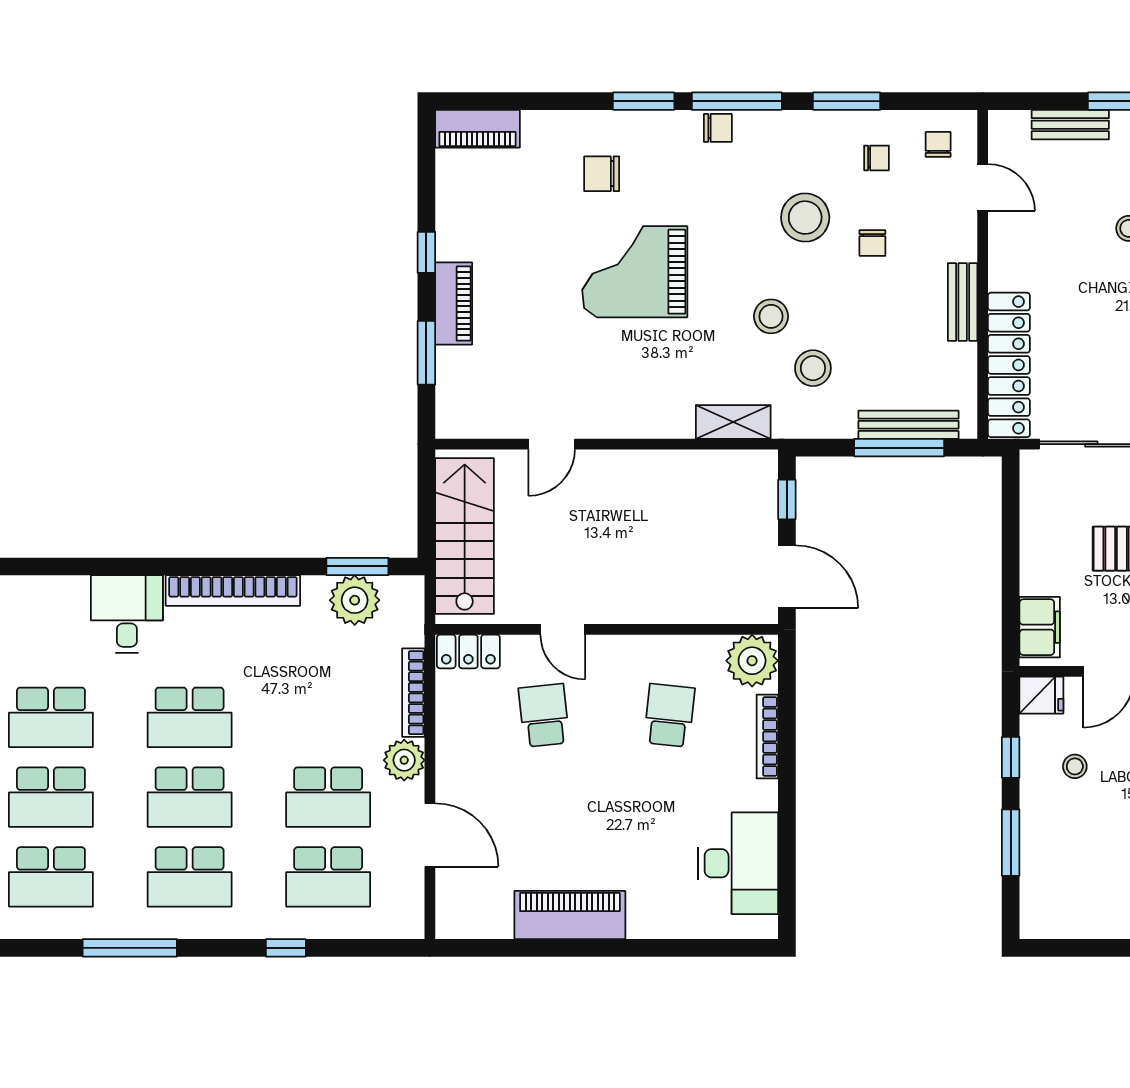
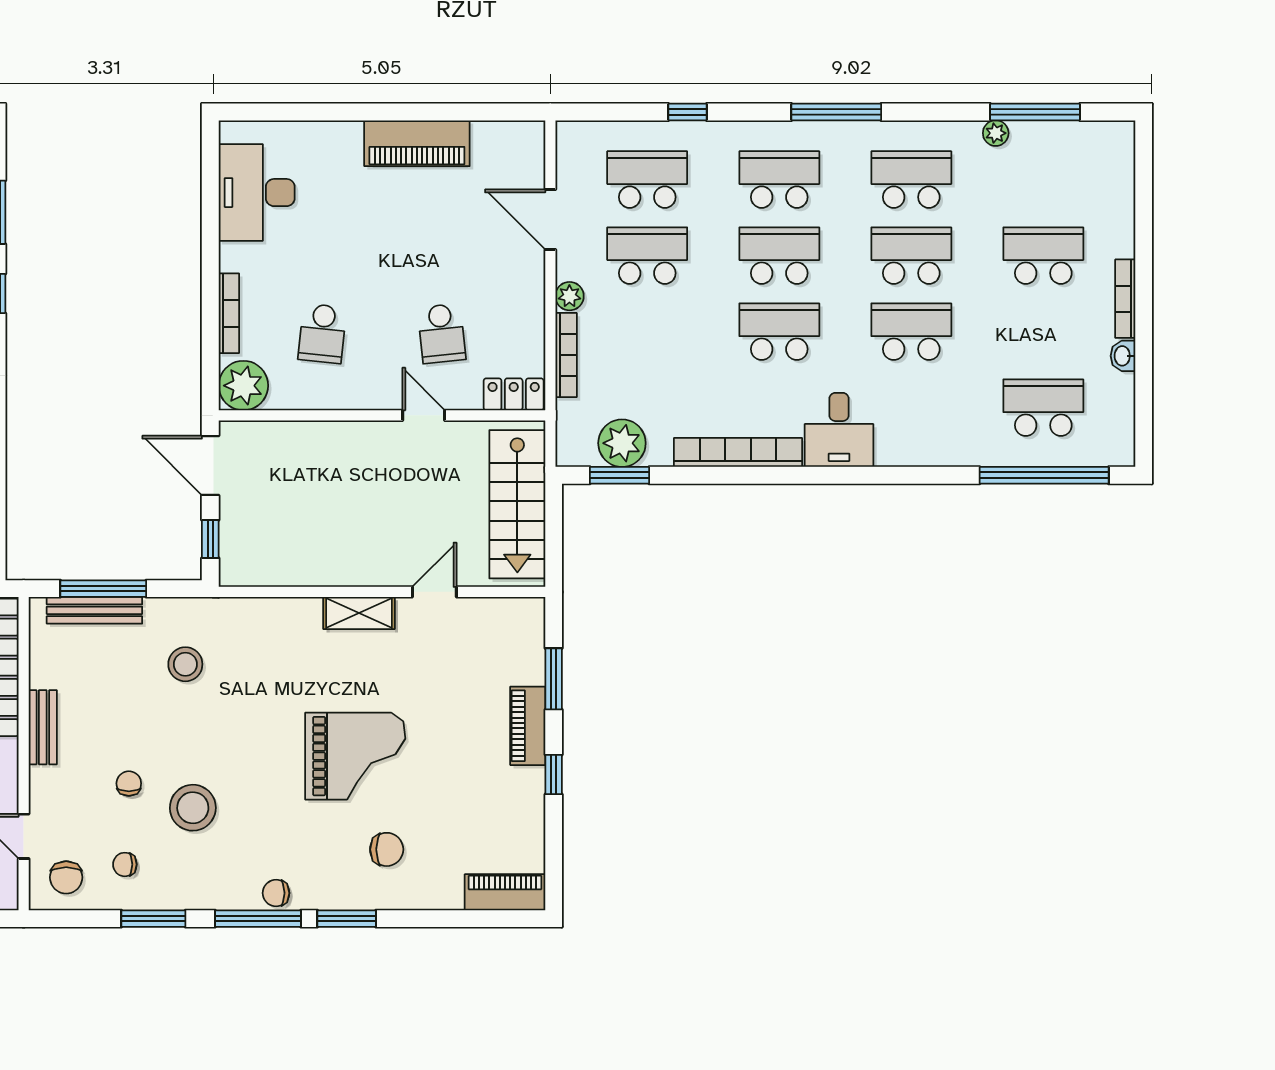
chair: (938, 144) -> (66, 877), width x1.37, depth x1.37
stool: (771, 316) -> (225, 714), removed
shelving: (733, 422) -> (359, 613), moved
plant: (404, 760) -> (569, 296), width x0.73, depth x0.73

